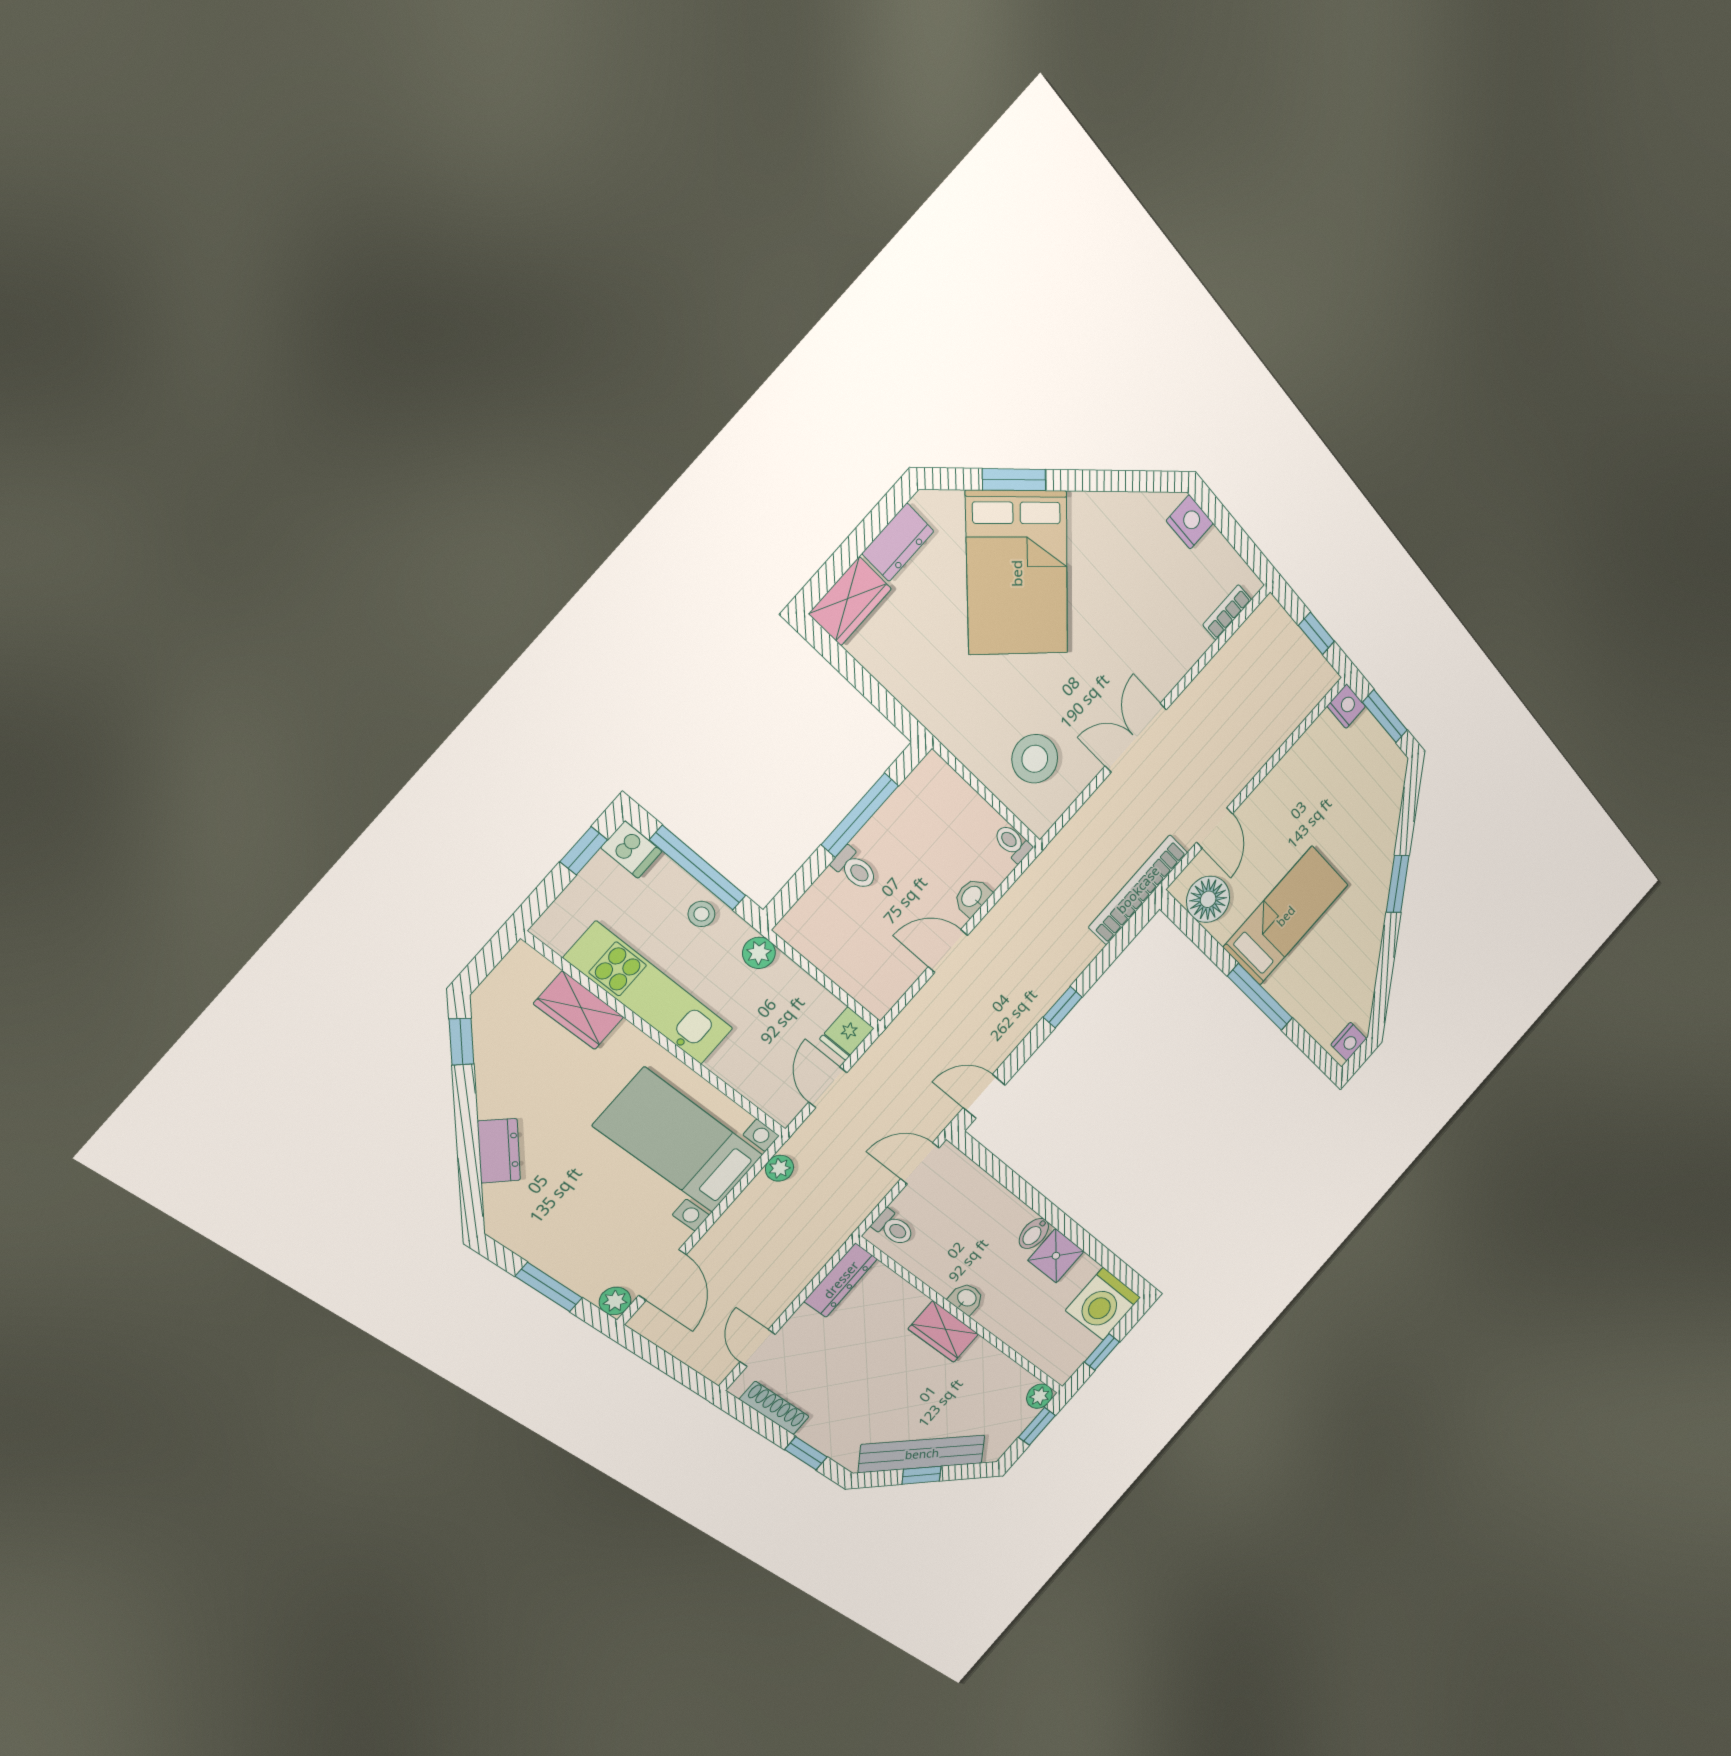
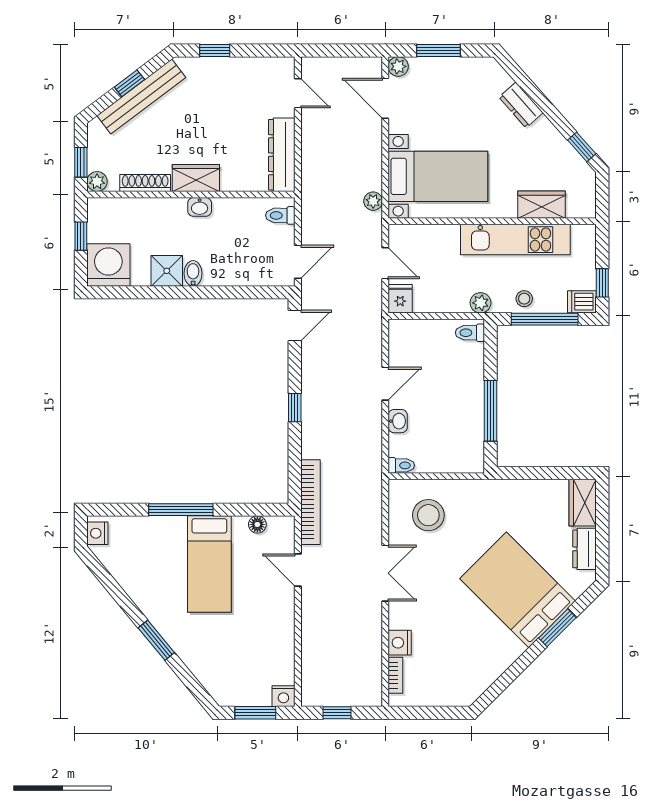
nightstand: (1190, 522) -> (400, 643), moved, turned 90
toilet: (855, 869) -> (470, 333), moved
floor lamp: (1208, 899) -> (257, 524), width x0.53, depth x0.53
dresser: (841, 1280) -> (282, 155), width x1.37, depth x1.24
shoe rack: (774, 1408) -> (145, 183), moved, turned 180

